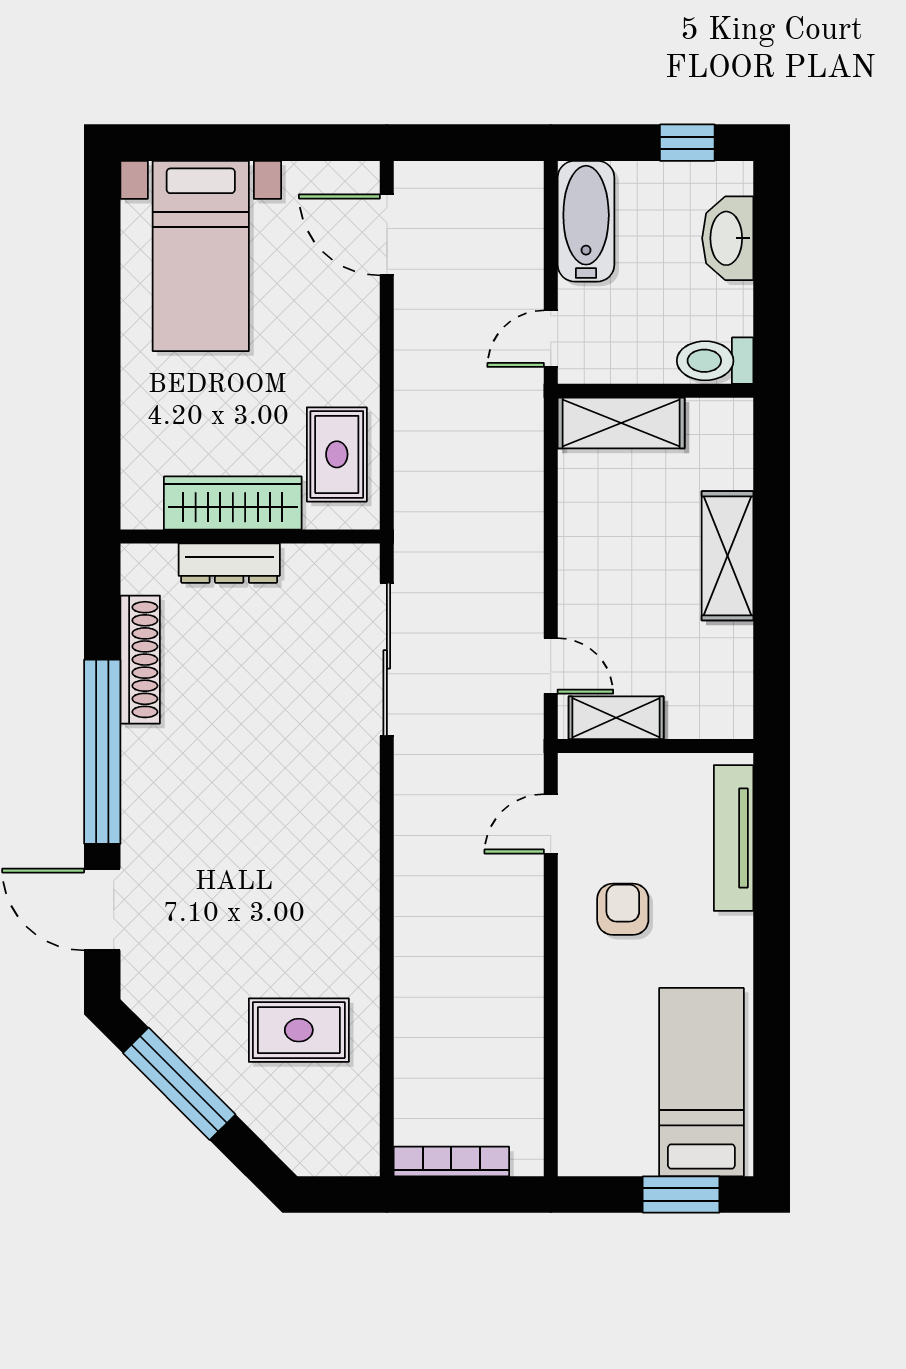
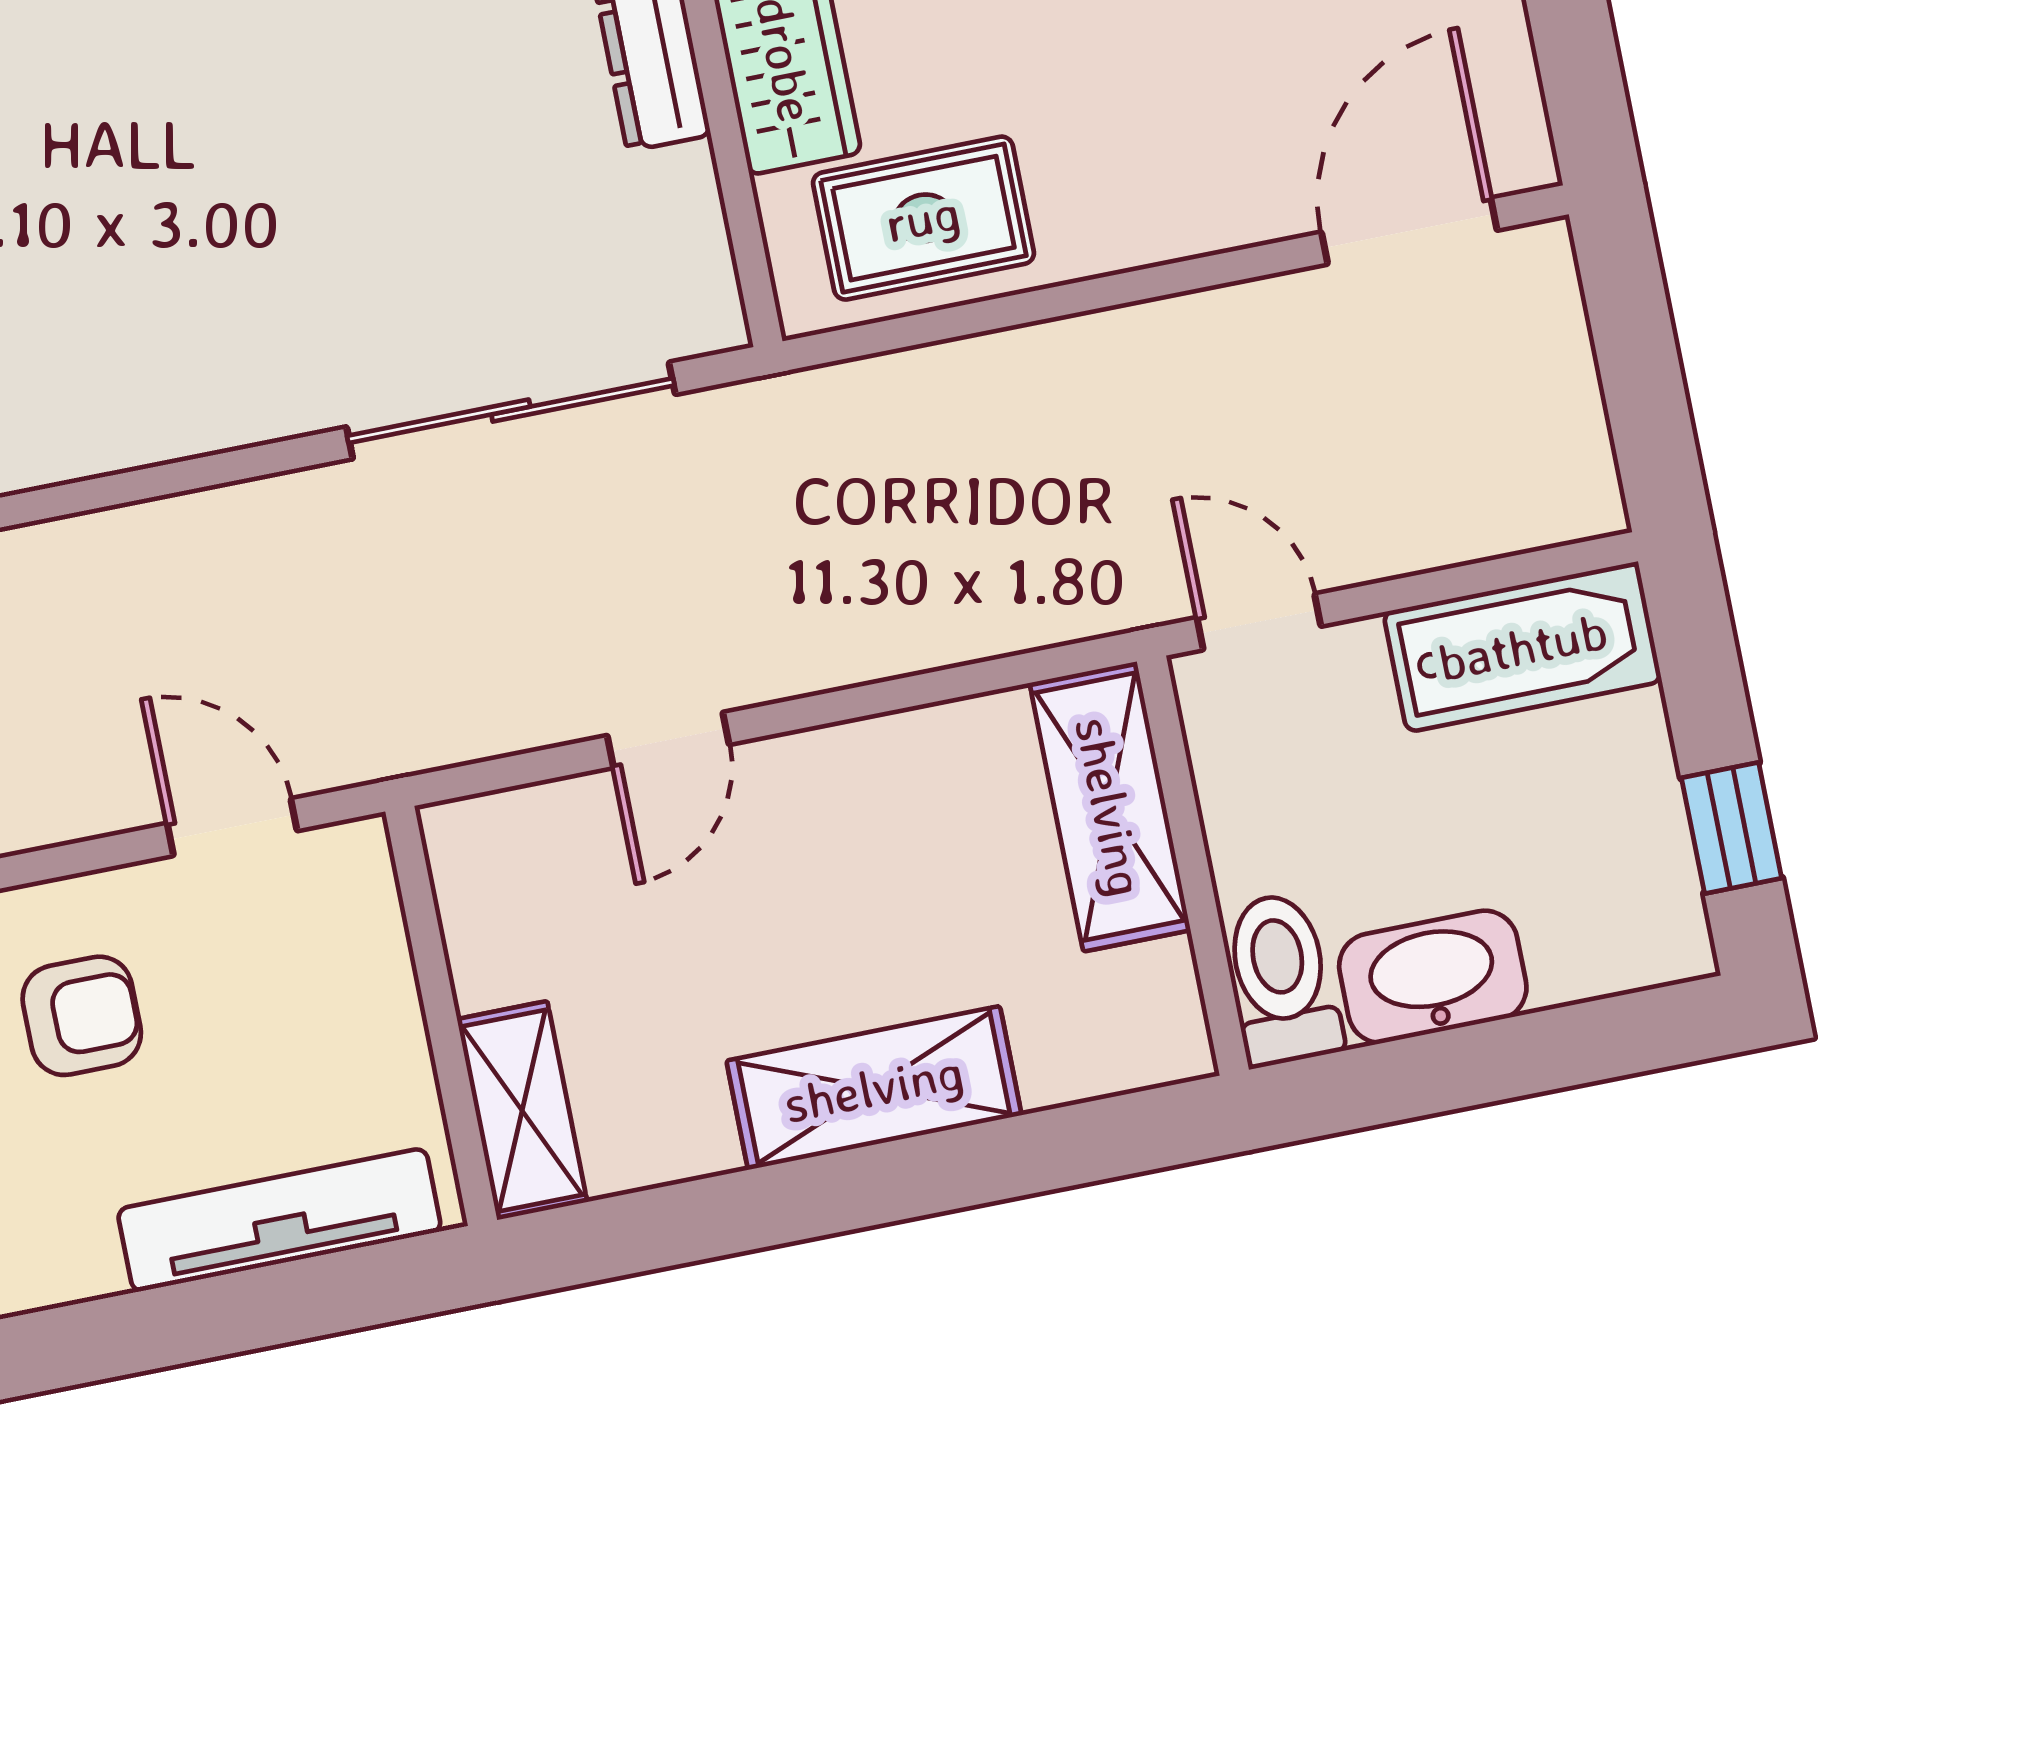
washbasin: (728, 238) -> (1433, 977), moved
door: (551, 666) -> (668, 740), moved
shelving: (616, 718) -> (522, 1111), moved

